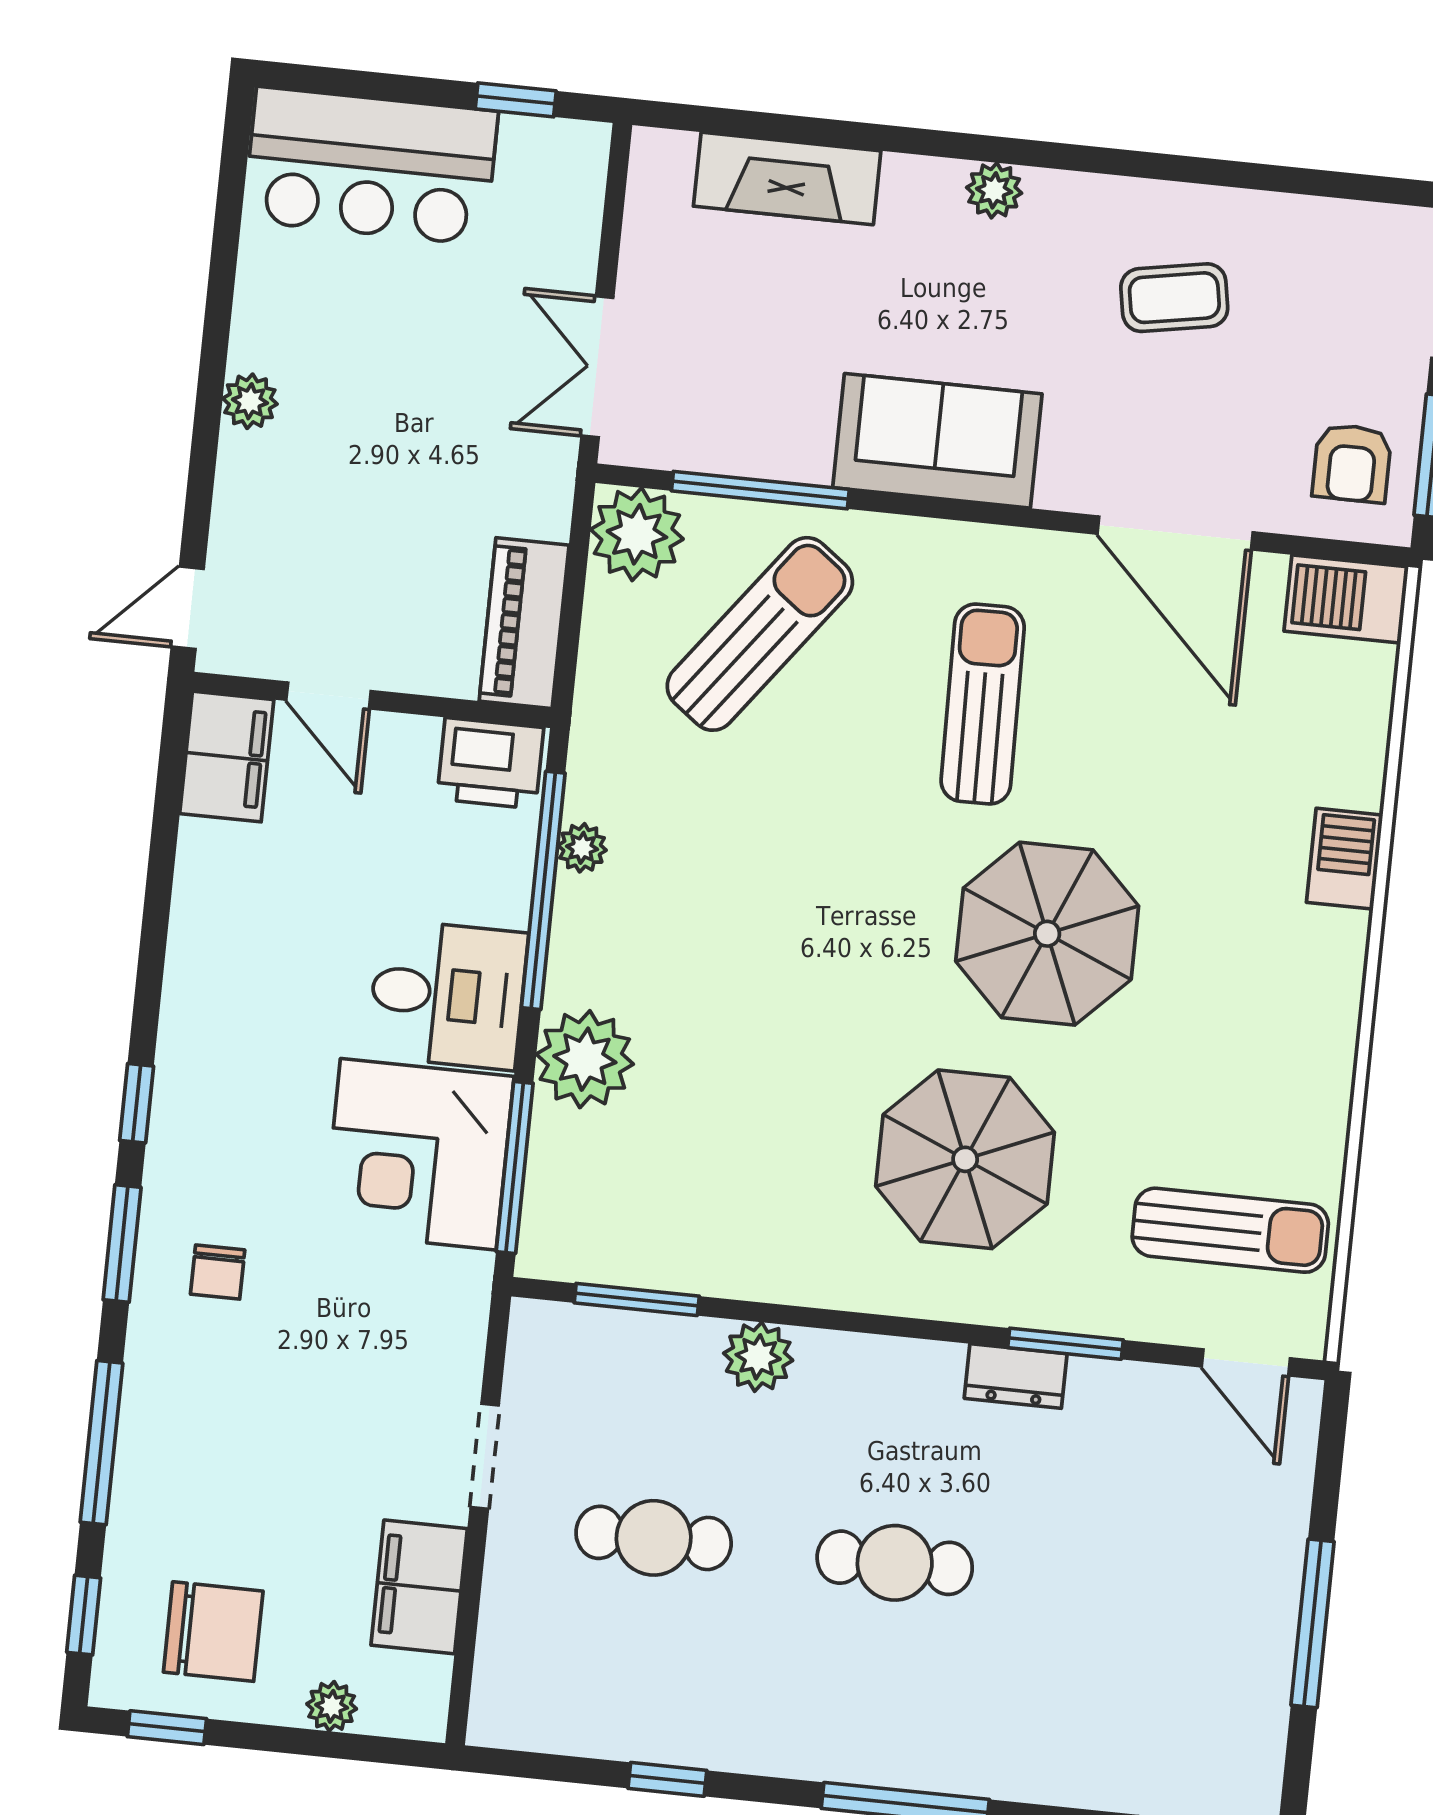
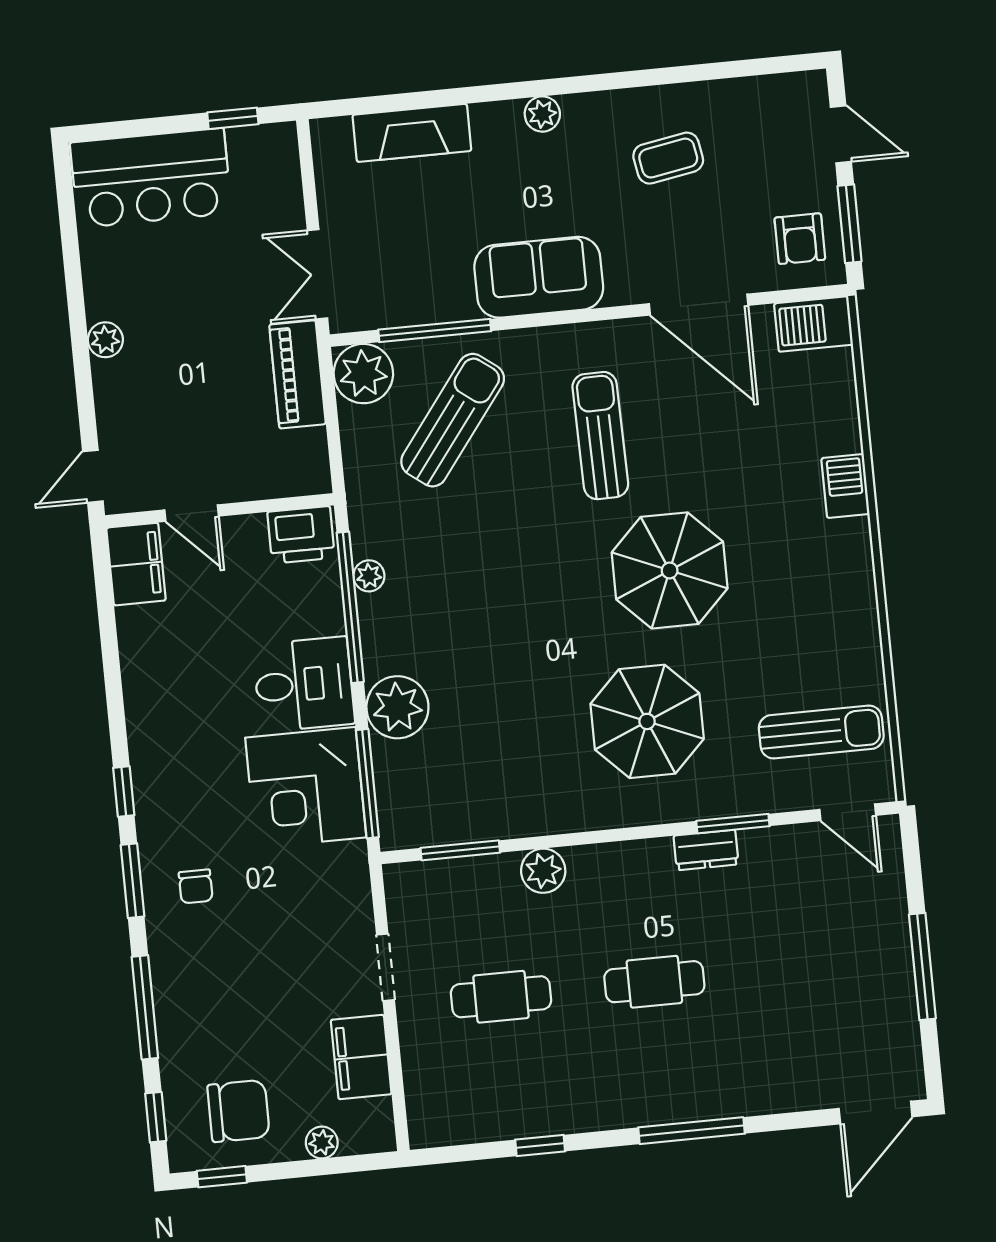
piano: (524, 623) -> (298, 374), moved

